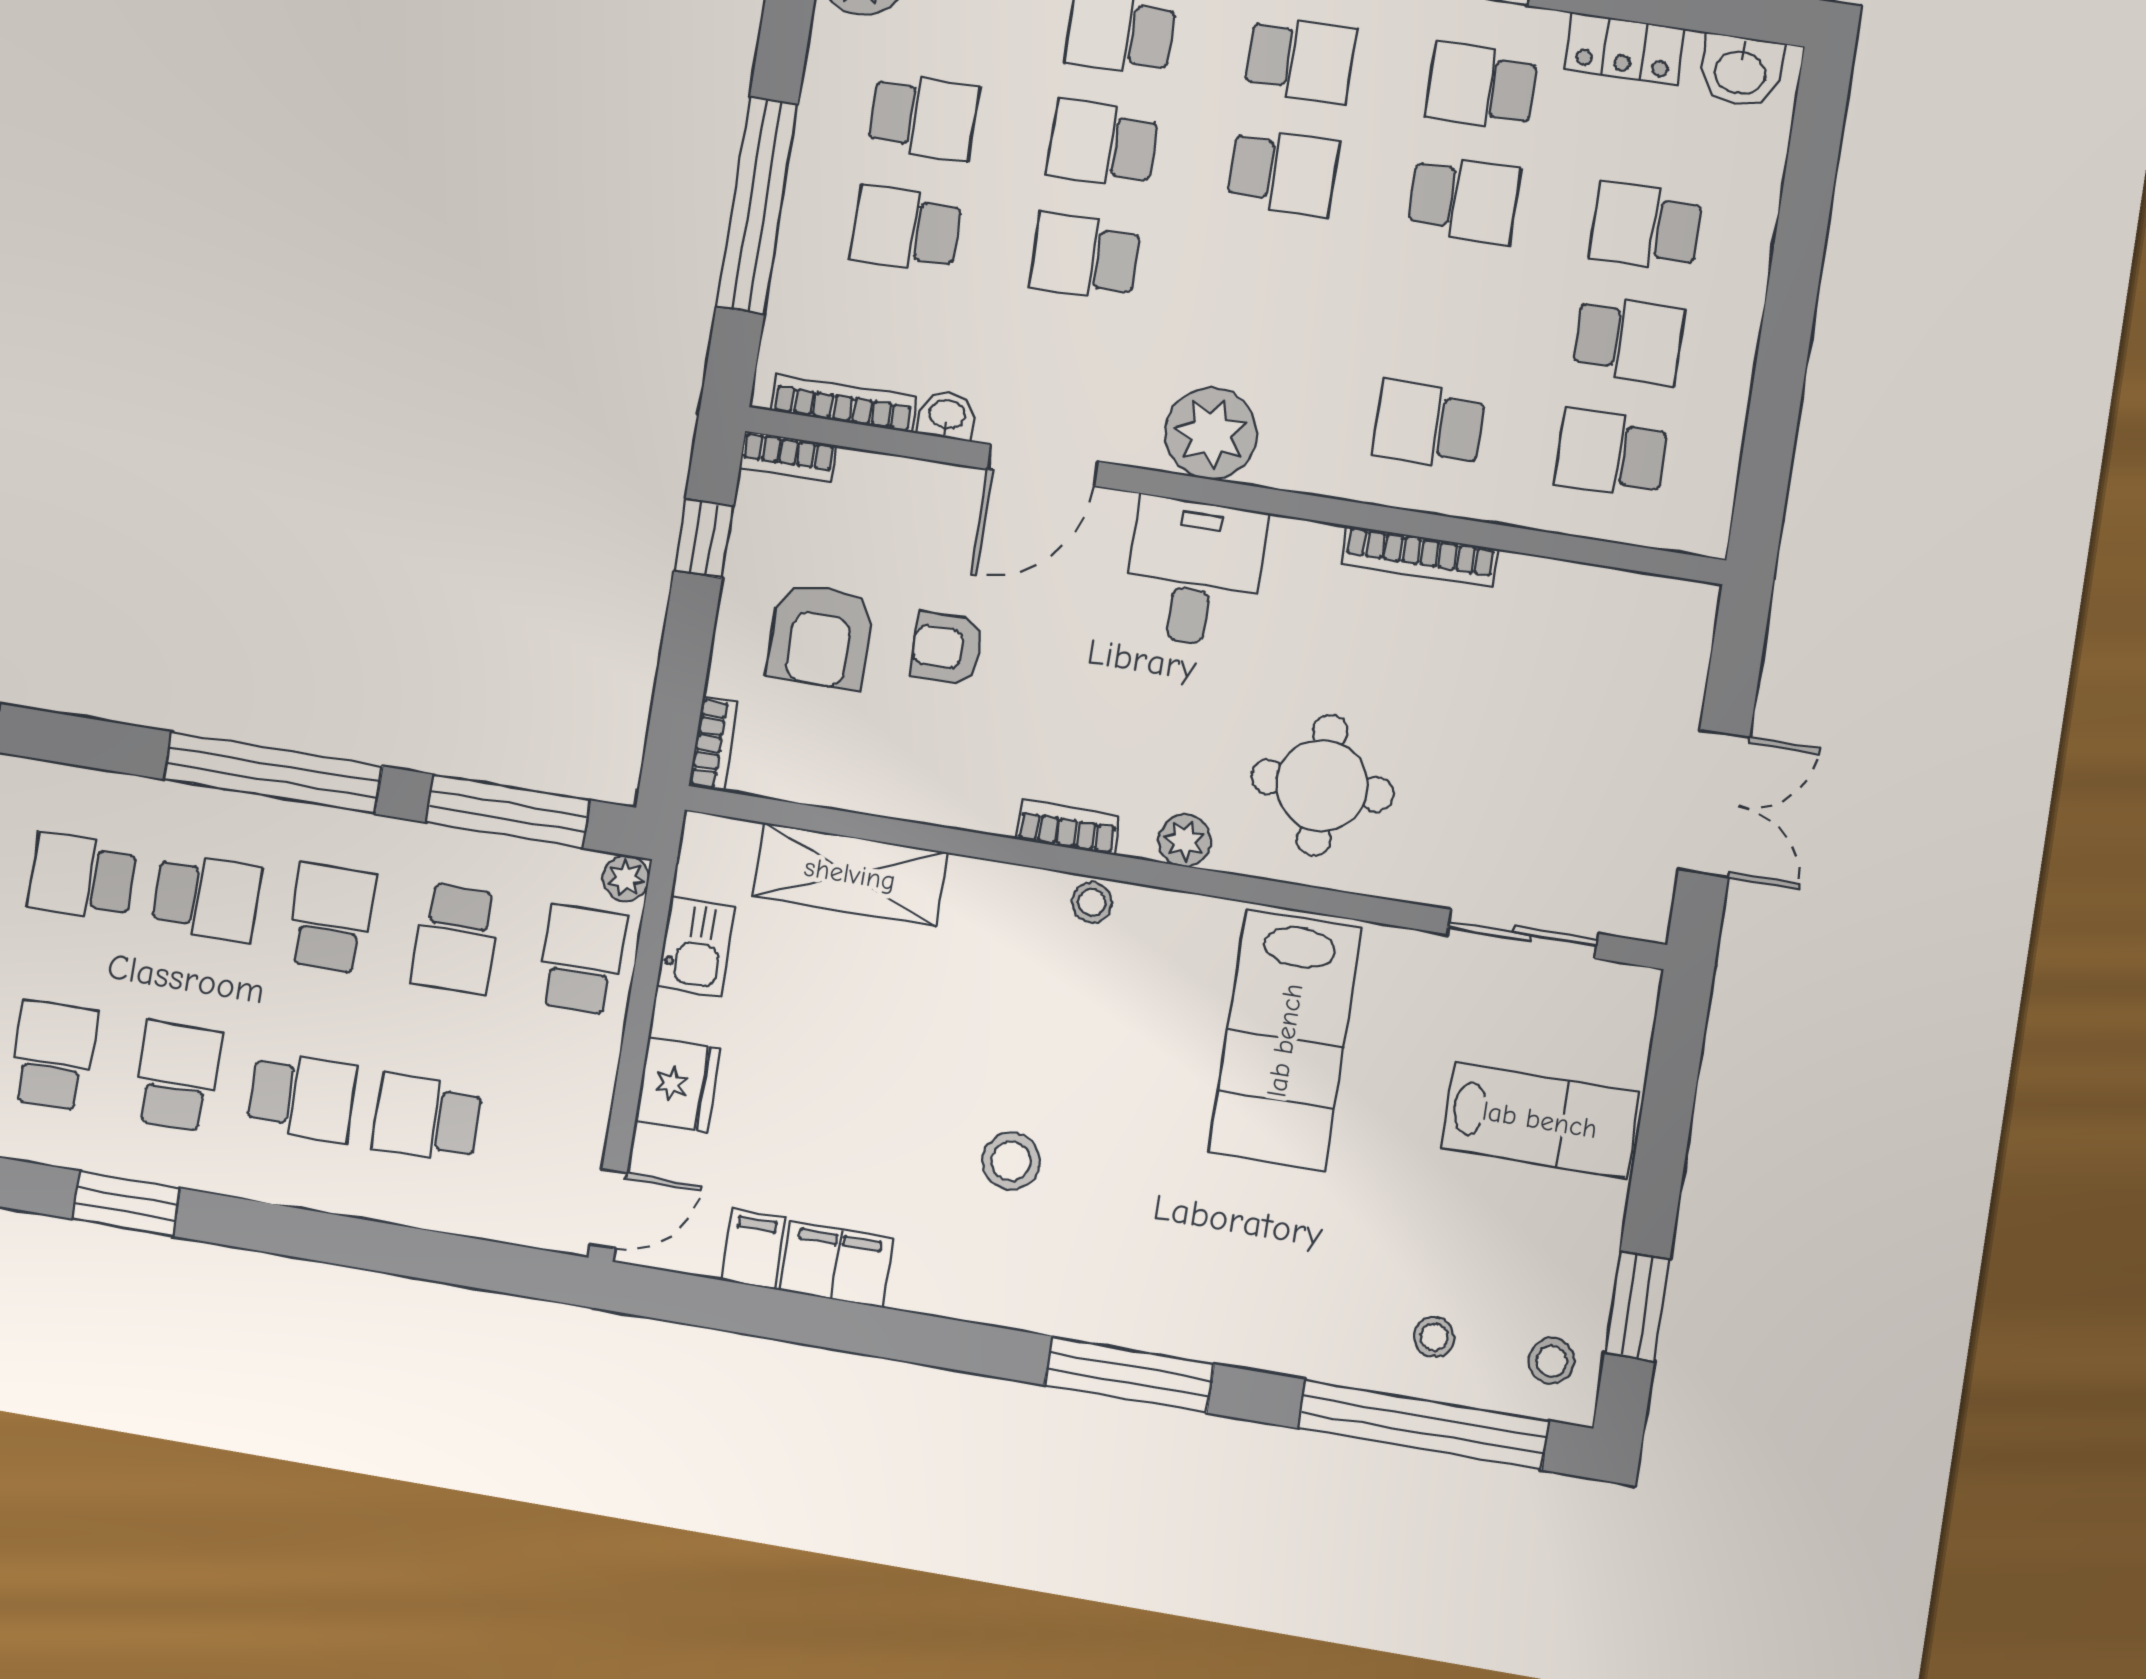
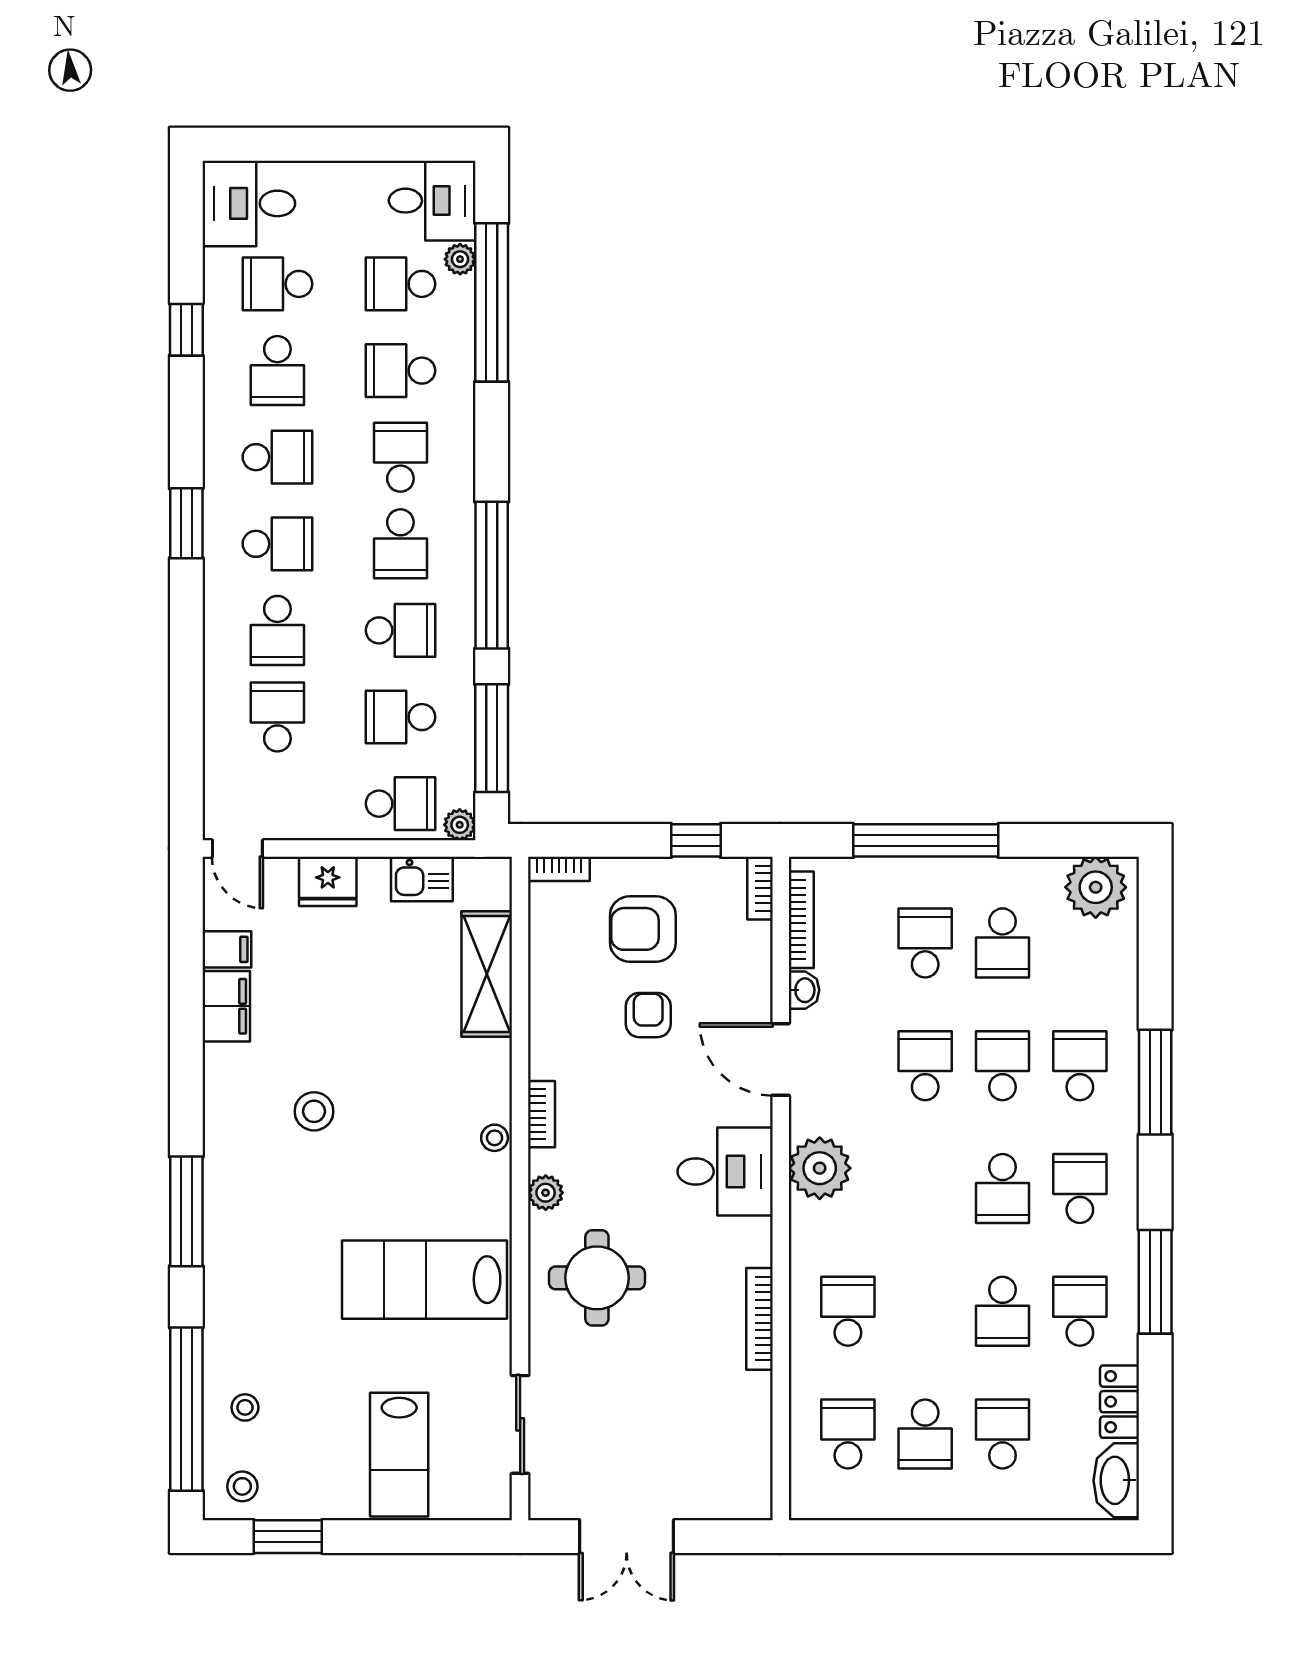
school desk: (1300, 59) -> (1080, 1188), turned 180
washbasin: (1740, 71) -> (1116, 1480), width x1.38

